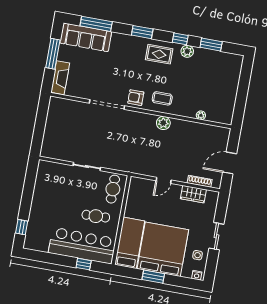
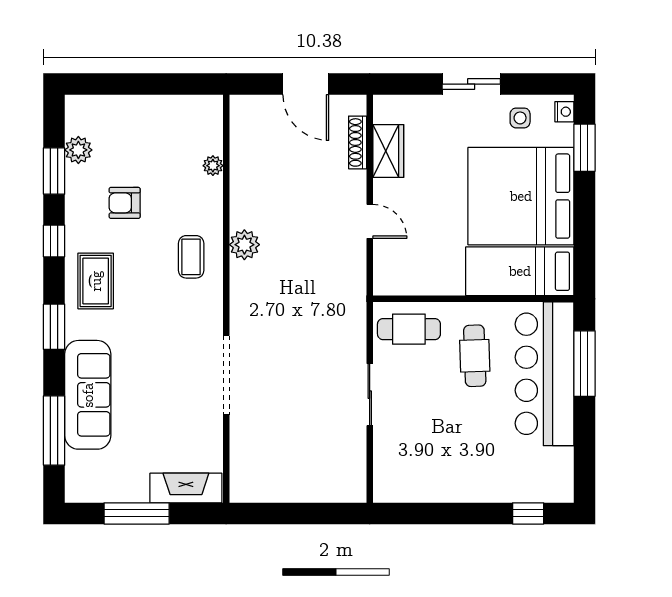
sofa: (86, 37) -> (88, 395), moved
plant: (187, 51) -> (78, 150), moved
armchair: (136, 98) -> (125, 203), moved, turned 90
window: (84, 264) -> (584, 364), width x2.17
window: (153, 277) -> (584, 148), moved

